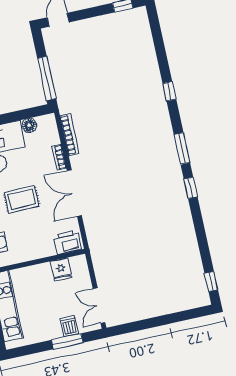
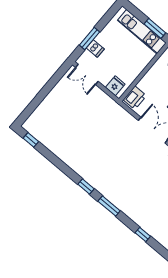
fridge: (61, 269) -> (115, 86), moved, turned 90
double door: (99, 306) -> (87, 74), swing flipped

